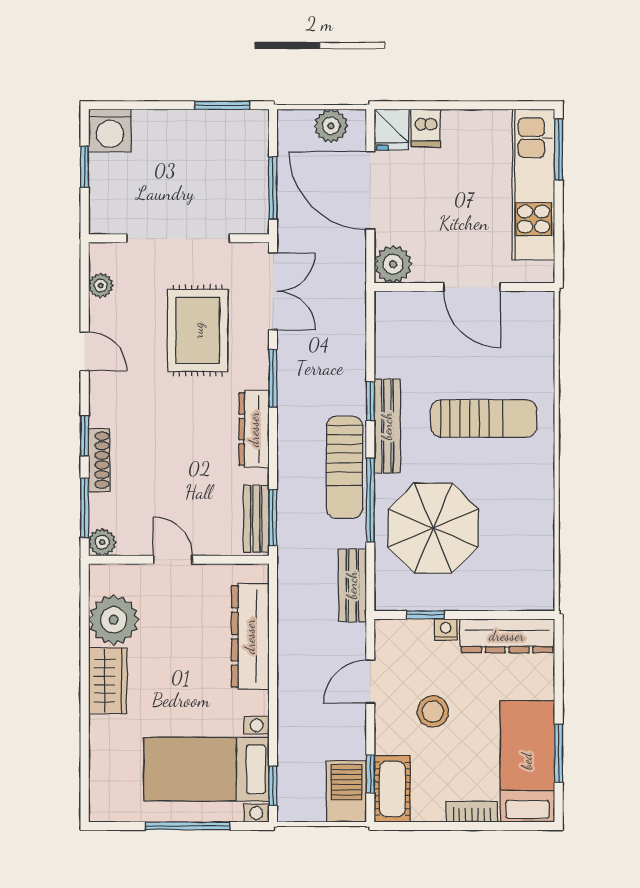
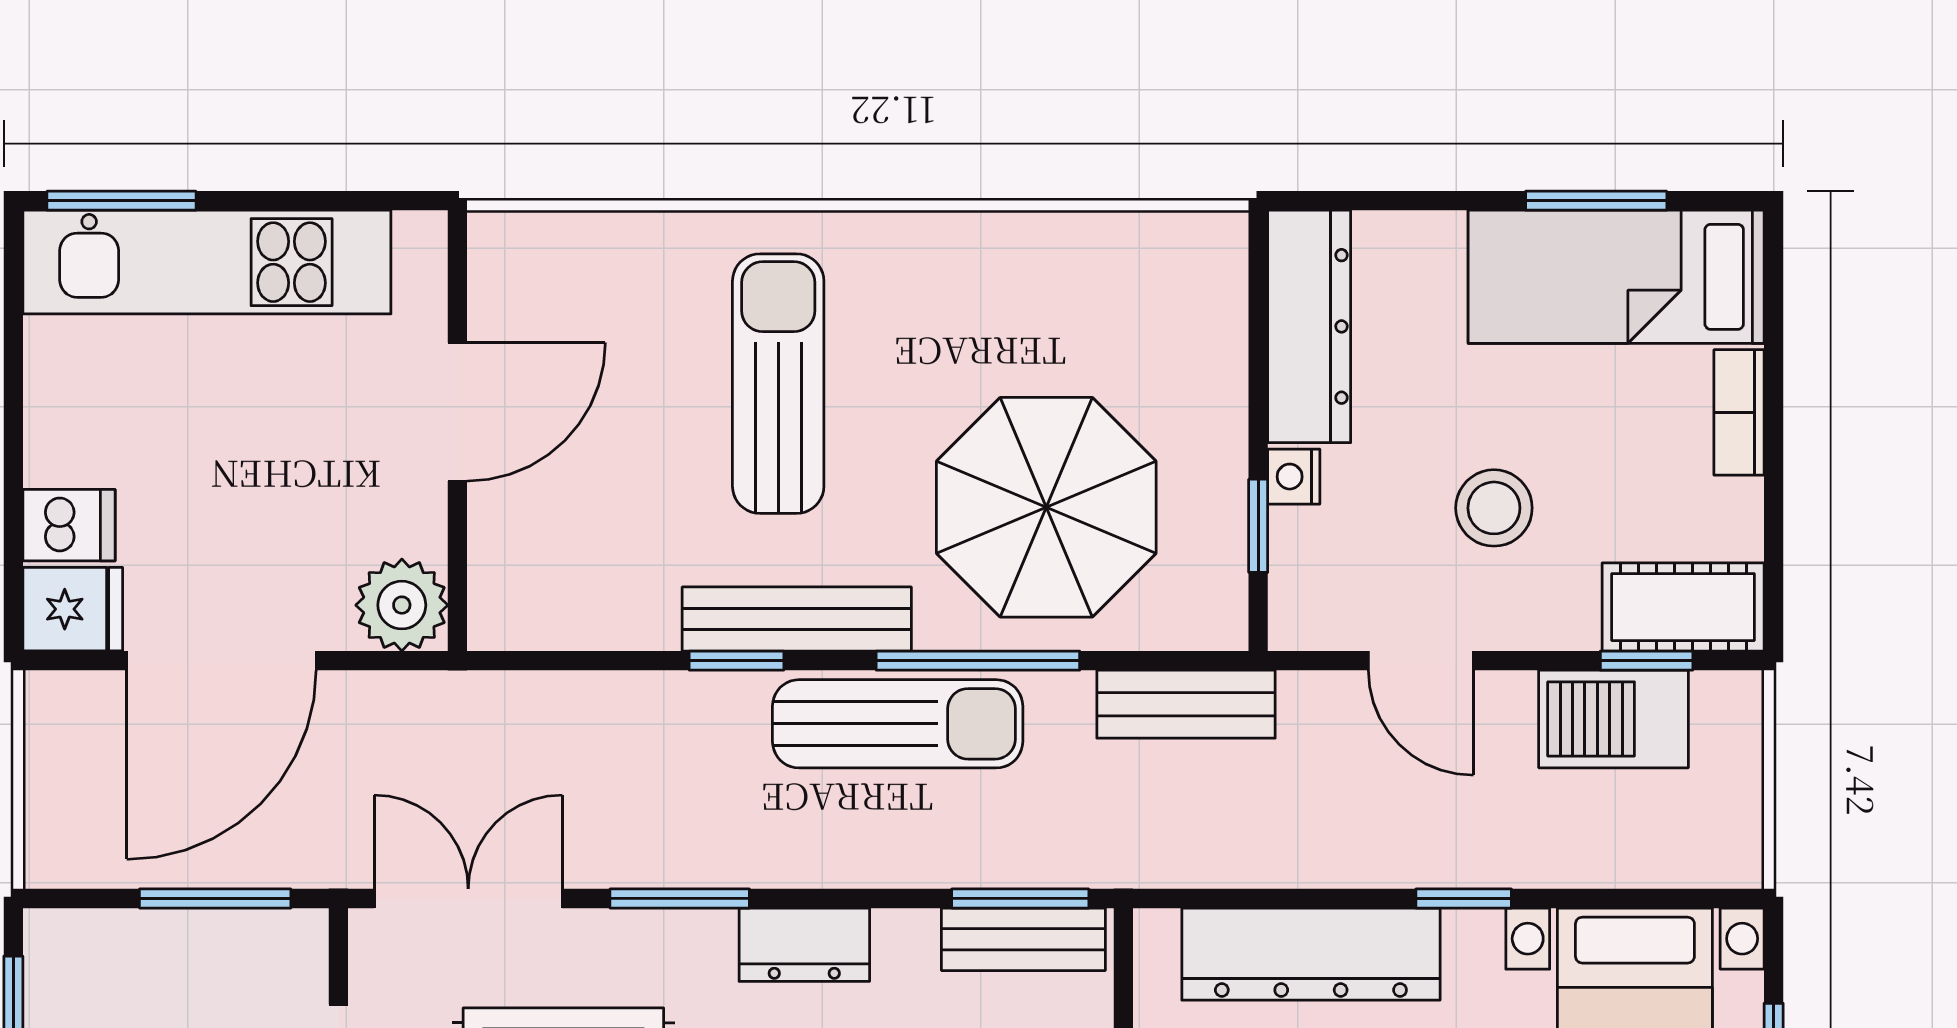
plant: (331, 126) -> (64, 757), removed
dresser: (254, 429) -> (804, 945), width x0.70
window: (273, 786) -> (1464, 898), moved
barbecue: (346, 791) -> (1614, 719), moved

